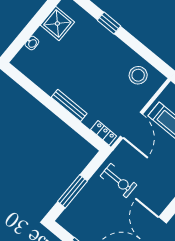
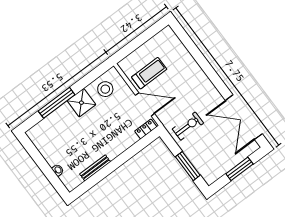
window: (109, 23) -> (57, 103), width x2.11
shower: (57, 24) -> (81, 103), moved
bench: (69, 105) -> (95, 168), moved

